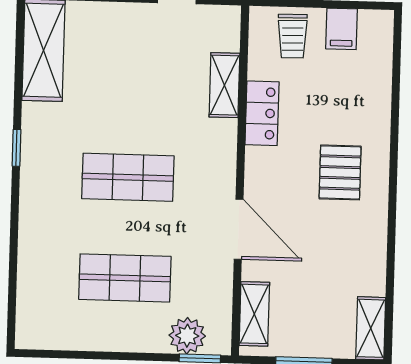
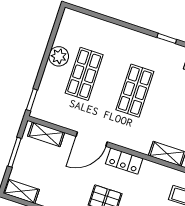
locker: (262, 113) -> (124, 161), moved
plant: (187, 336) -> (59, 56), moved

